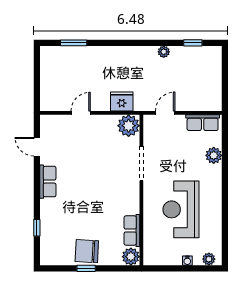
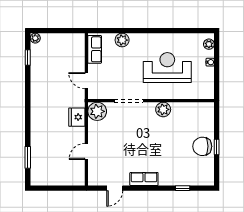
plant: (164, 52) -> (35, 38), moved
door: (81, 113) -> (86, 151), hinge flipped
reception desk: (181, 209) -> (167, 67), turned 180
row of seats: (132, 231) -> (185, 109), removed
chair: (87, 251) -> (202, 146), turned 87
plant: (131, 257) -> (163, 109), moved

